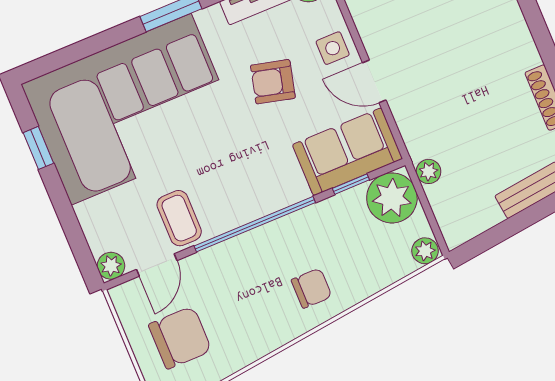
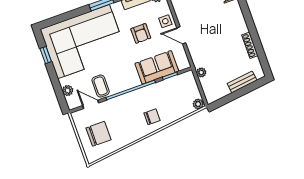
armchair: (273, 82) -> (141, 33), turned -104
sofa: (348, 152) -> (157, 67), moved
plant: (392, 198) -> (186, 82), removed
door: (157, 265) -> (91, 104), swing flipped
plant: (111, 266) -> (68, 91), moved

